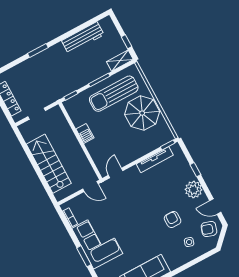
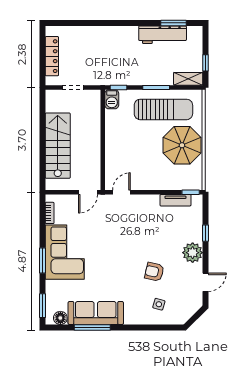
window: (38, 50) -> (174, 23), moved
sun lounger: (114, 94) -> (163, 109), turned 180
barbecue: (85, 133) -> (112, 99), moved
tv unit: (155, 160) -> (175, 200), width x0.71
door: (90, 186) -> (88, 192), hinge flipped
door: (215, 207) -> (205, 282), swing flipped
armchair: (173, 219) -> (154, 272), turned -77
armchair: (209, 229) -> (187, 302), removed

